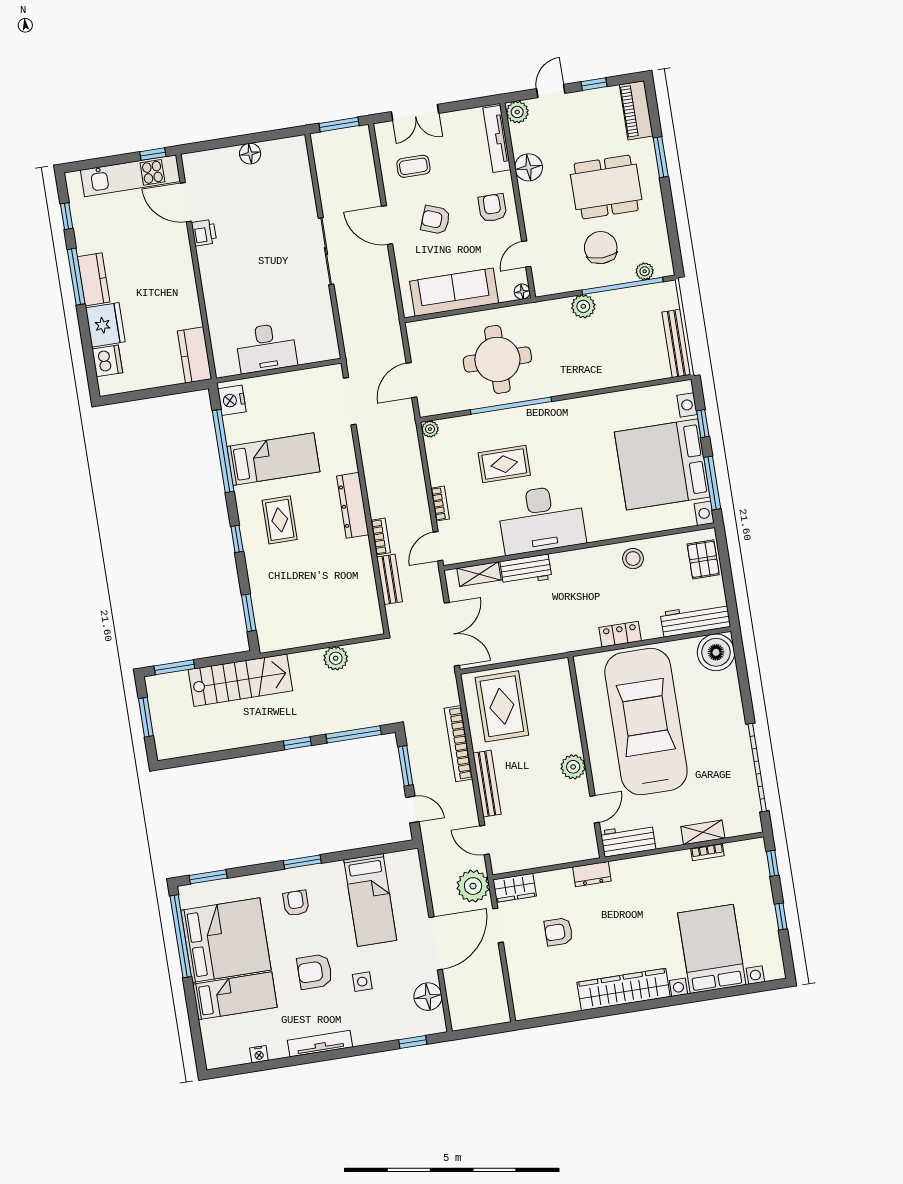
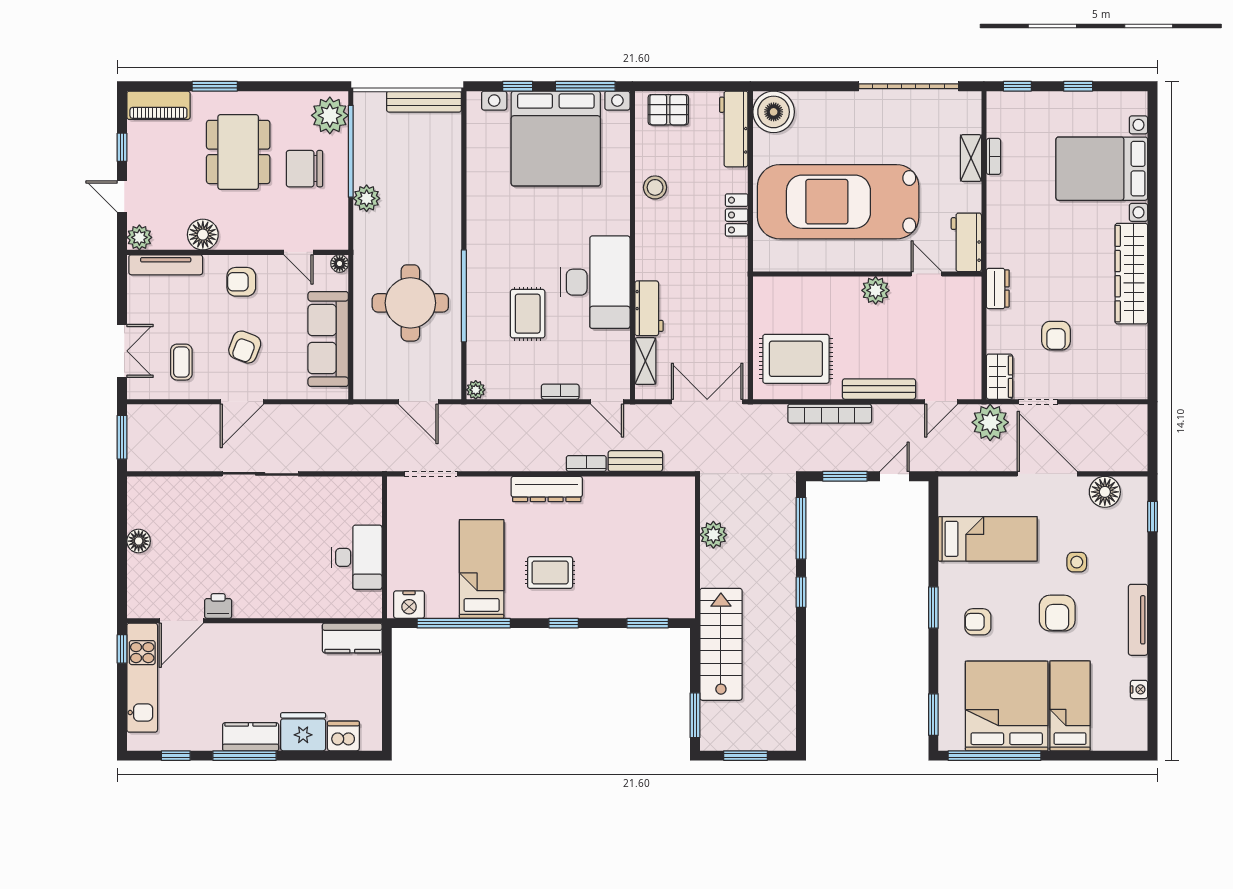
plant: (645, 271) -> (330, 115), width x1.87, depth x1.87

